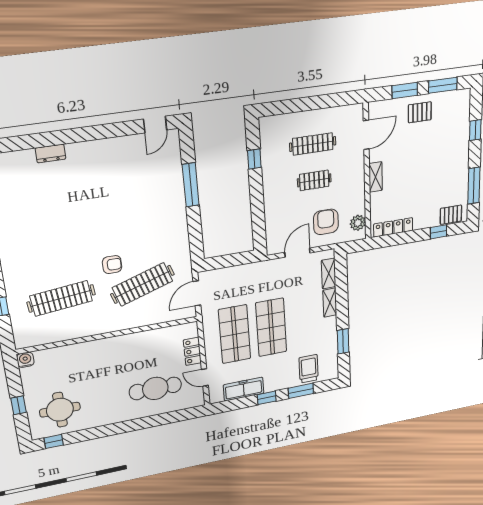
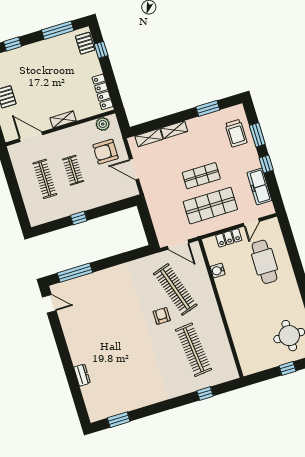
window: (254, 159) -> (79, 218), moved
window: (191, 185) -> (75, 273), moved
shop shelf: (271, 327) -> (201, 176), width x0.70, depth x0.74
water cooler: (25, 360) -> (218, 270), moved
trolley: (309, 369) -> (236, 133), turned -90

